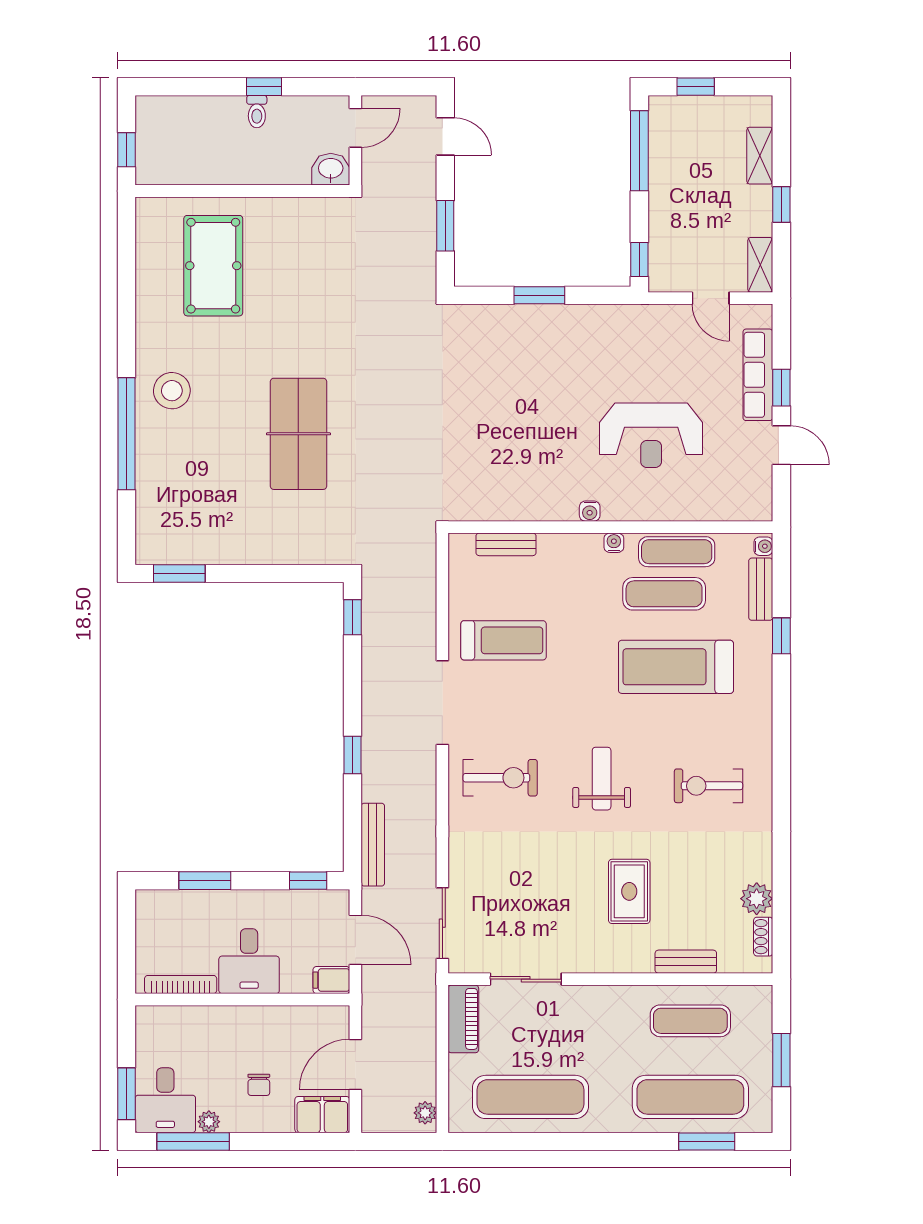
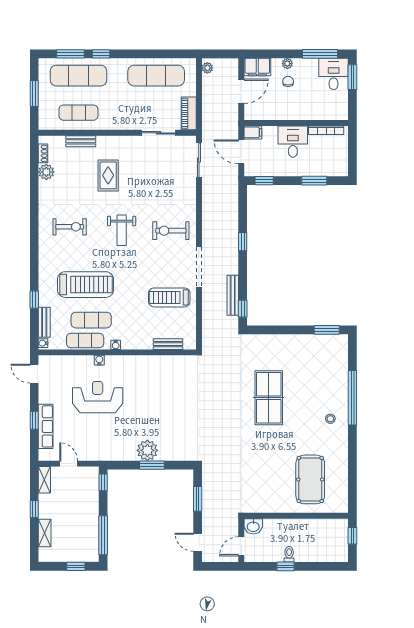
plant: (549, 326) -> (147, 450), added
stool: (172, 391) -> (330, 419), width x0.53, depth x0.53
door: (781, 445) -> (34, 374), moved
water cooler: (590, 511) -> (99, 360), moved
bench: (373, 845) -> (233, 295), moved
plant: (209, 1122) -> (287, 64), moved
window: (644, 1141) -> (101, 54), added

